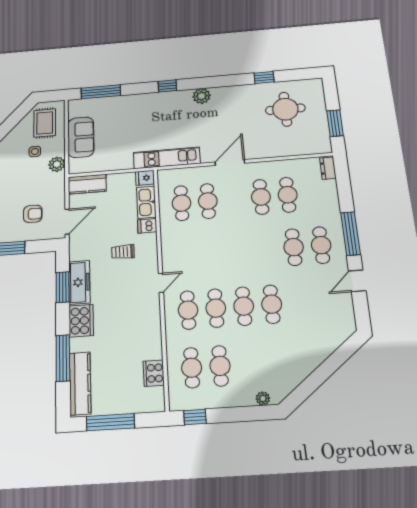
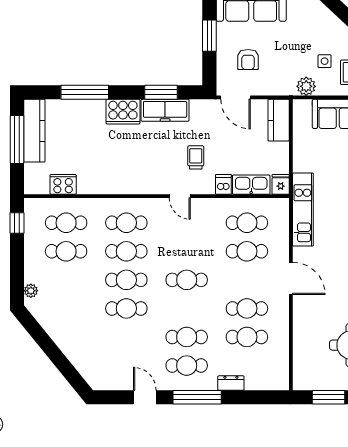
dresser: (328, 168) -> (231, 383), moved
cafe table: (239, 251) -> (187, 280), added
door: (161, 283) -> (180, 196), moved
kitchen counter: (80, 383) -> (34, 131), moved, turned -90

